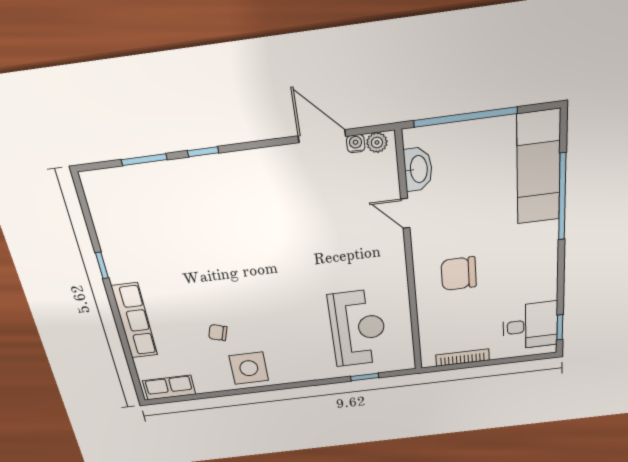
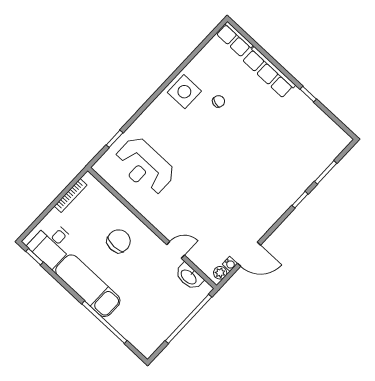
exam couch: (539, 168) -> (88, 286), moved
row of seats: (169, 388) -> (235, 39), moved, turned 90

